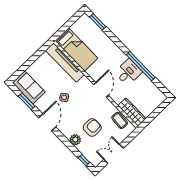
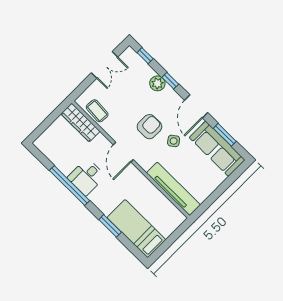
window: (98, 22) -> (110, 226), moved
bed: (76, 49) -> (136, 229), moved
sofa: (29, 87) -> (217, 149), width x1.36
armchair: (92, 127) -> (149, 127), moved, turned 180
window: (66, 141) -> (170, 81), added

